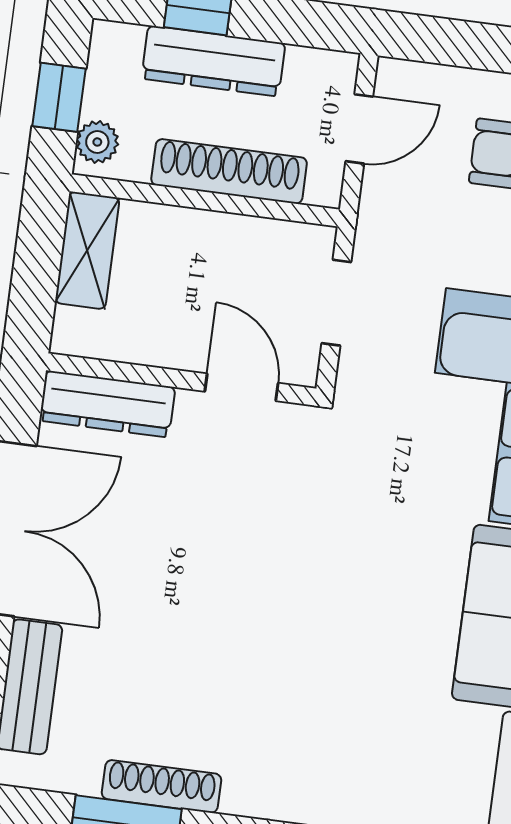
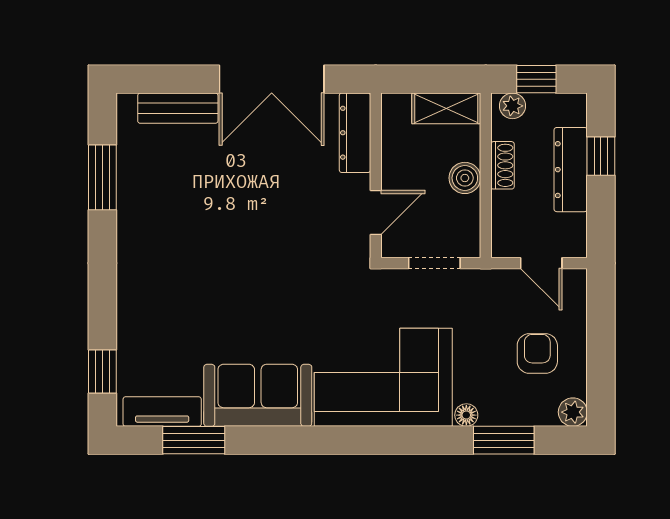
shoe rack: (229, 171) -> (502, 165), width x0.51, depth x0.81
boiler: (204, 235) -> (465, 178), added
shoe rack: (162, 786) -> (128, 196), removed

